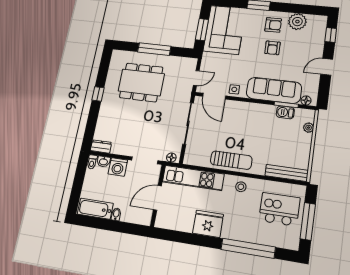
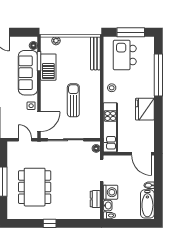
barbecue: (285, 112) -> (48, 67), width x1.88, depth x1.53
dresser: (101, 146) -> (95, 199), moved
sun lounger: (231, 160) -> (73, 100), moved
door: (157, 198) -> (142, 154), moved

